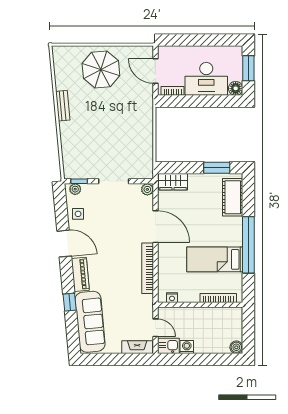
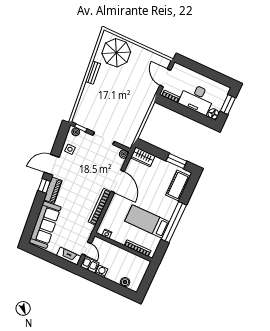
parasol: (101, 69) -> (116, 53), moved
door: (64, 244) -> (52, 165), swing flipped
window: (70, 302) -> (44, 186), moved
boiler: (236, 347) -> (125, 282), moved

